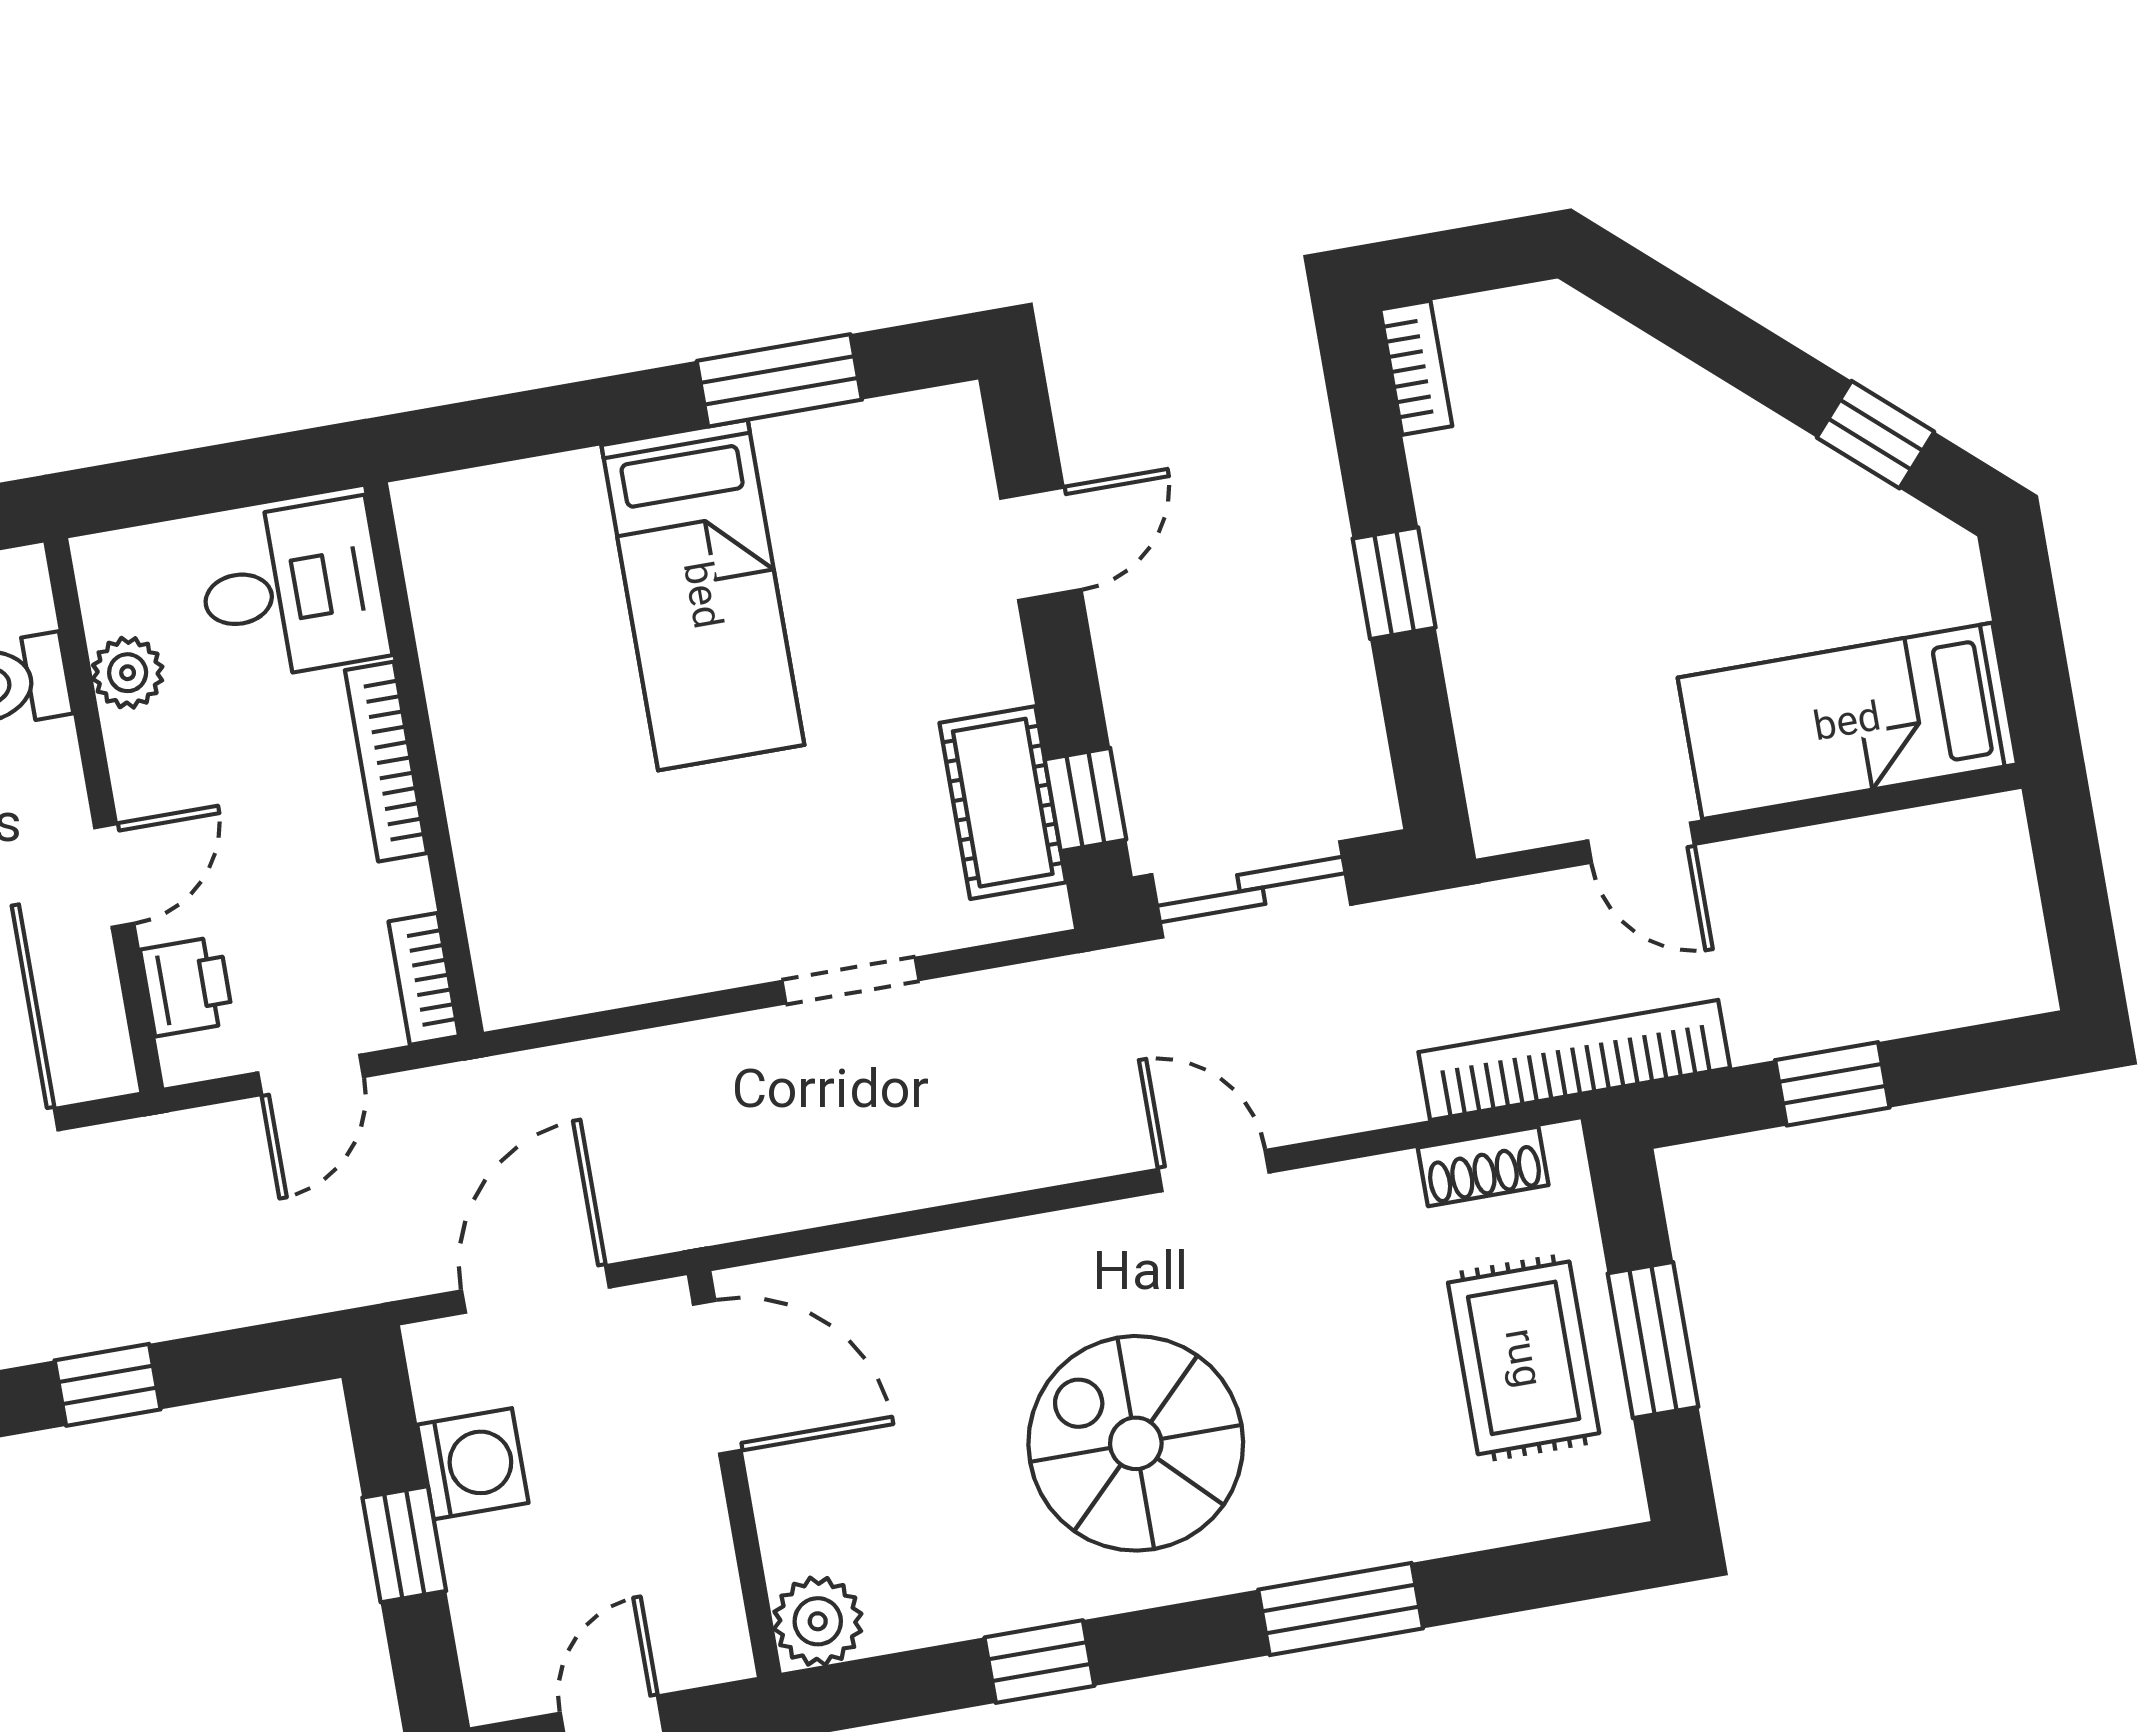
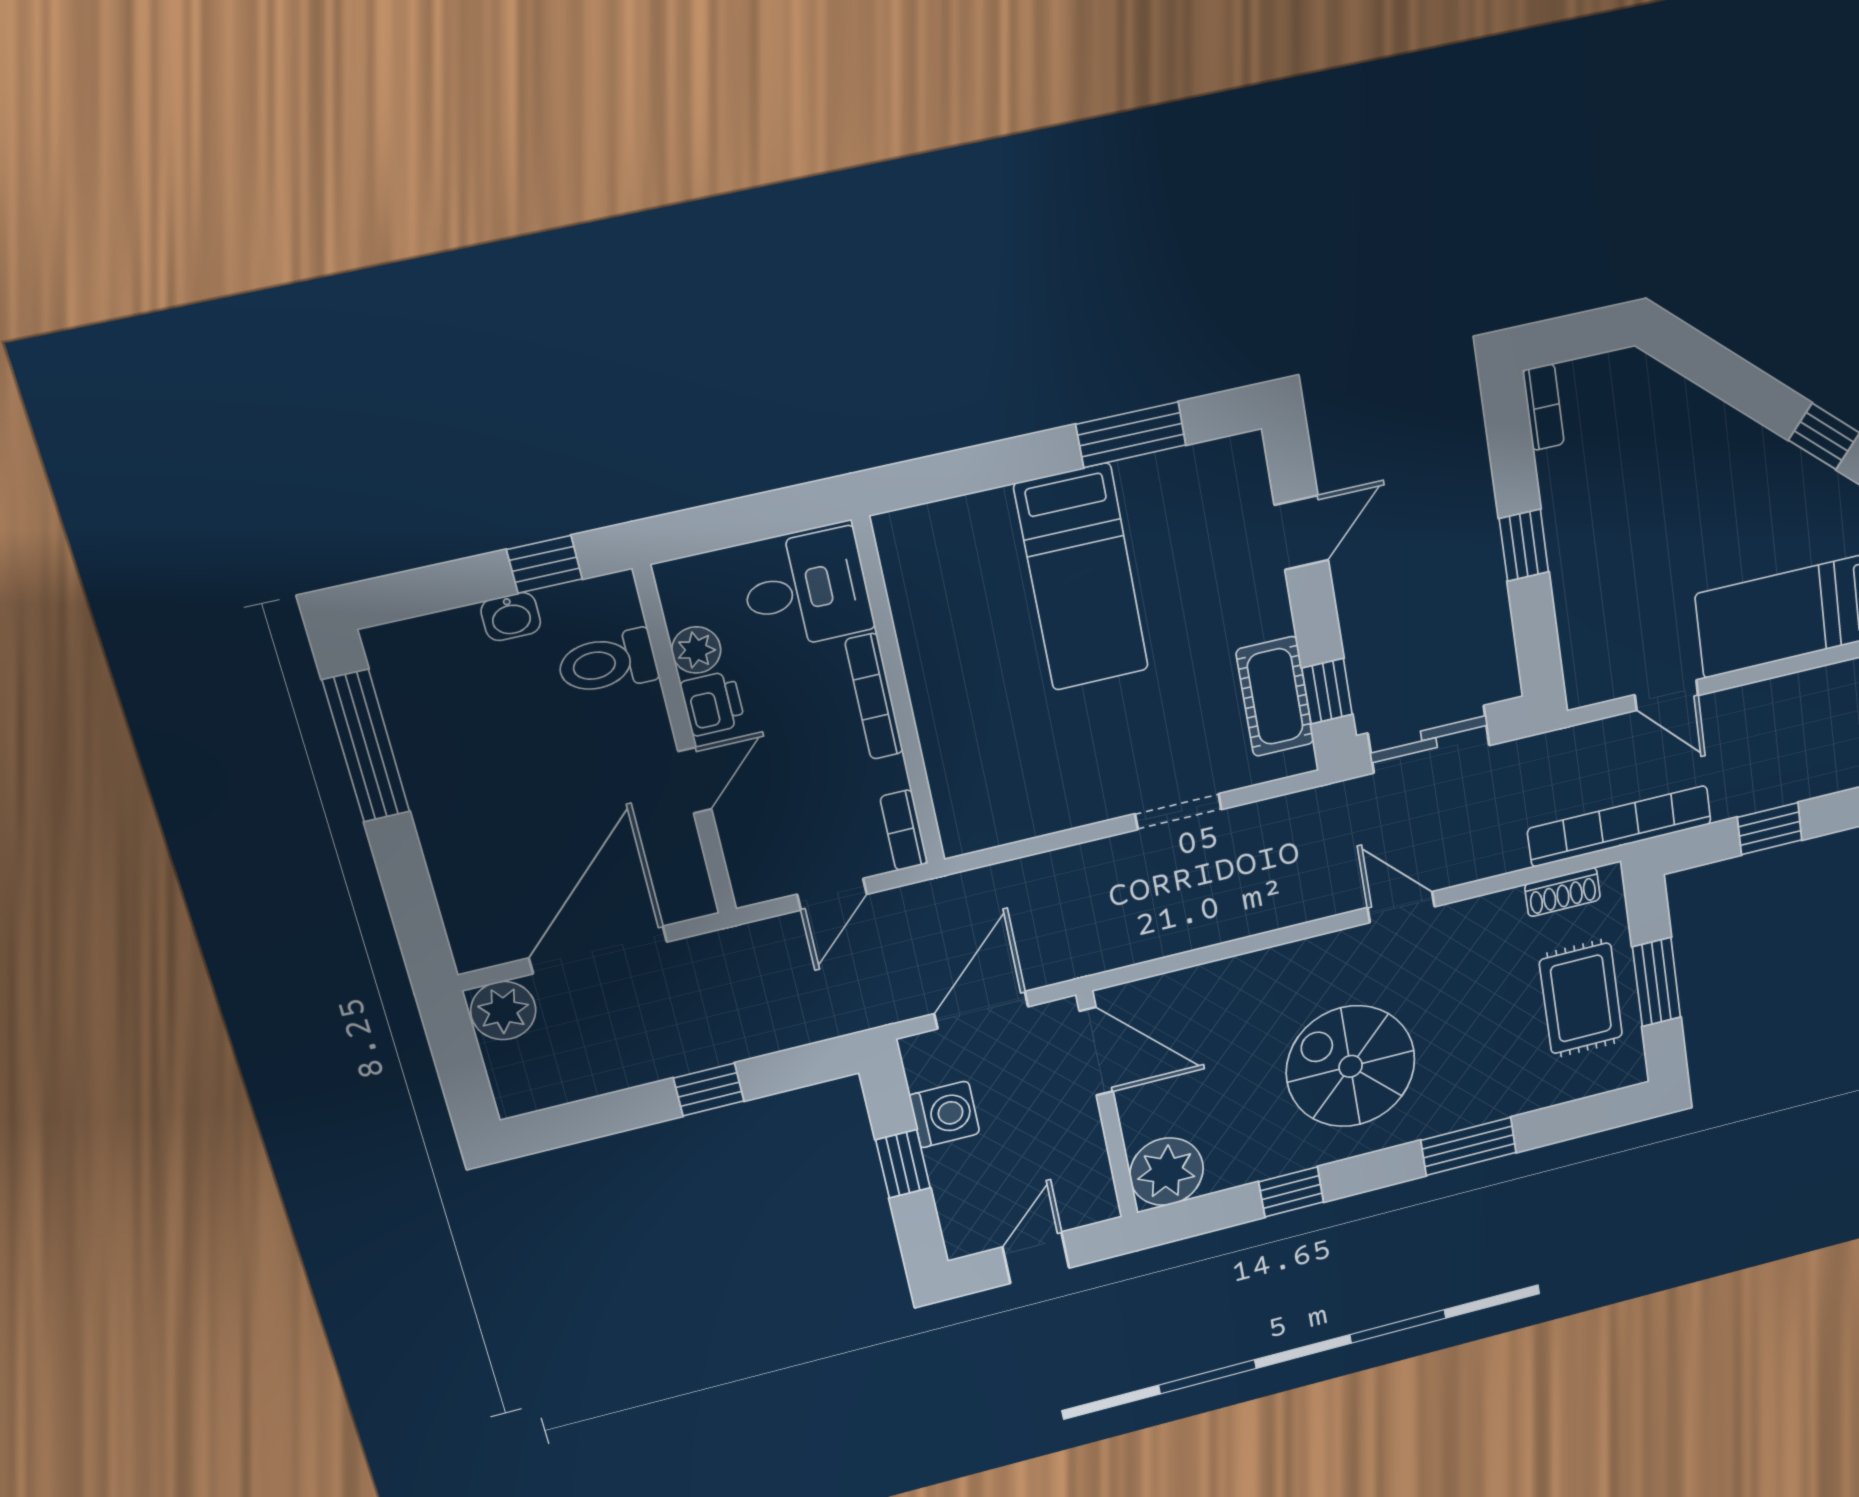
printer: (187, 986) -> (713, 703), moved
plant: (818, 1621) -> (1167, 1172), width x1.36, depth x1.36

